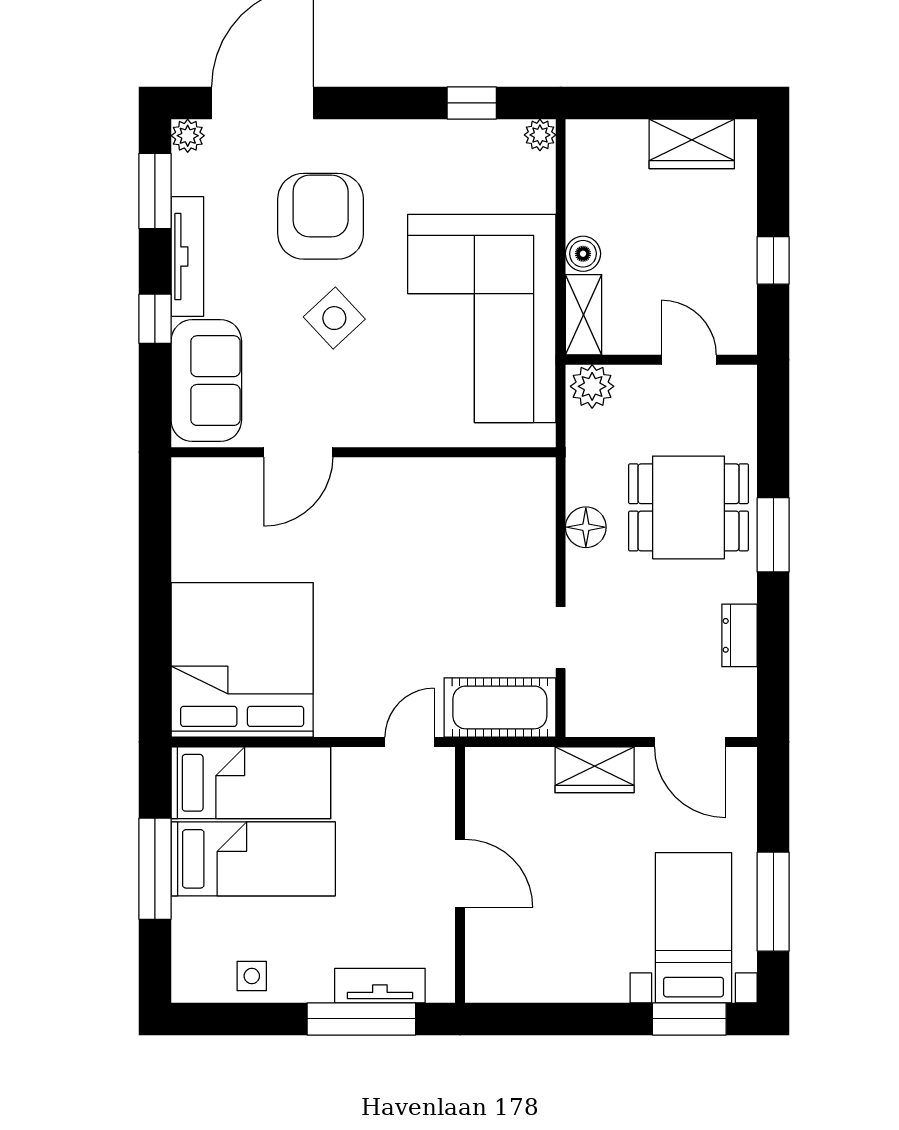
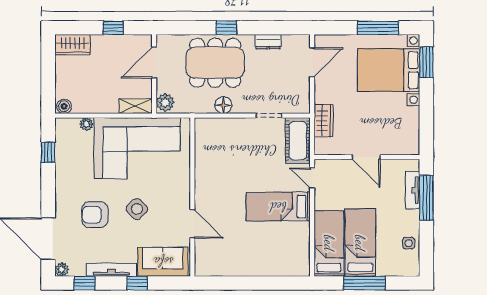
plant: (540, 135) -> (86, 124), moved
wardrobe: (692, 144) -> (72, 45), moved, turned 90
window: (155, 191) -> (84, 283), width x0.67
armchair: (321, 216) -> (95, 215), width x0.73, depth x0.73
boiler: (583, 254) -> (64, 106), moved
door: (689, 360) -> (154, 63), width x1.38
dining table: (689, 507) -> (215, 63), width x1.38
window: (773, 535) -> (226, 28), width x0.67
bed: (242, 660) -> (278, 207), moved, width x0.49
wardrobe: (595, 770) -> (323, 121), moved
door: (460, 873) -> (366, 157), swing flipped
bed with nightstands: (694, 928) -> (389, 70), width x1.36

